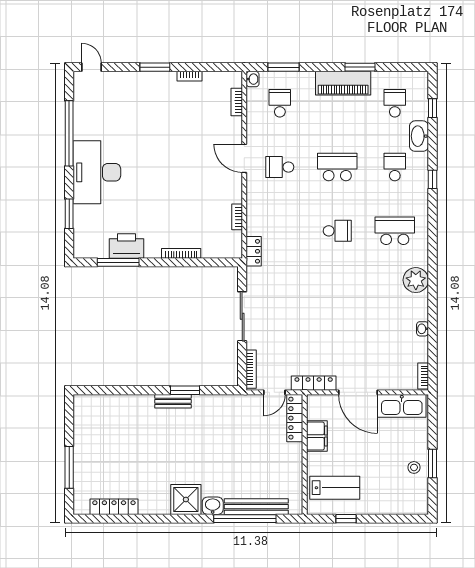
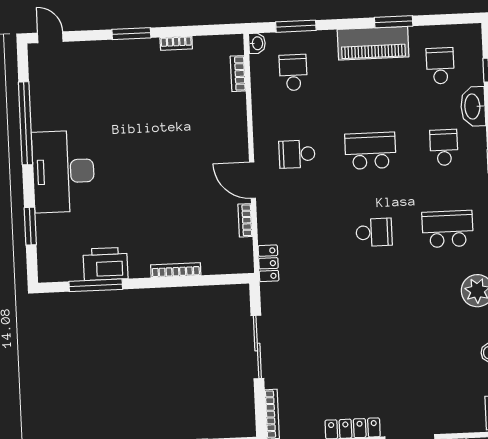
door: (244, 158) -> (253, 180), moved

